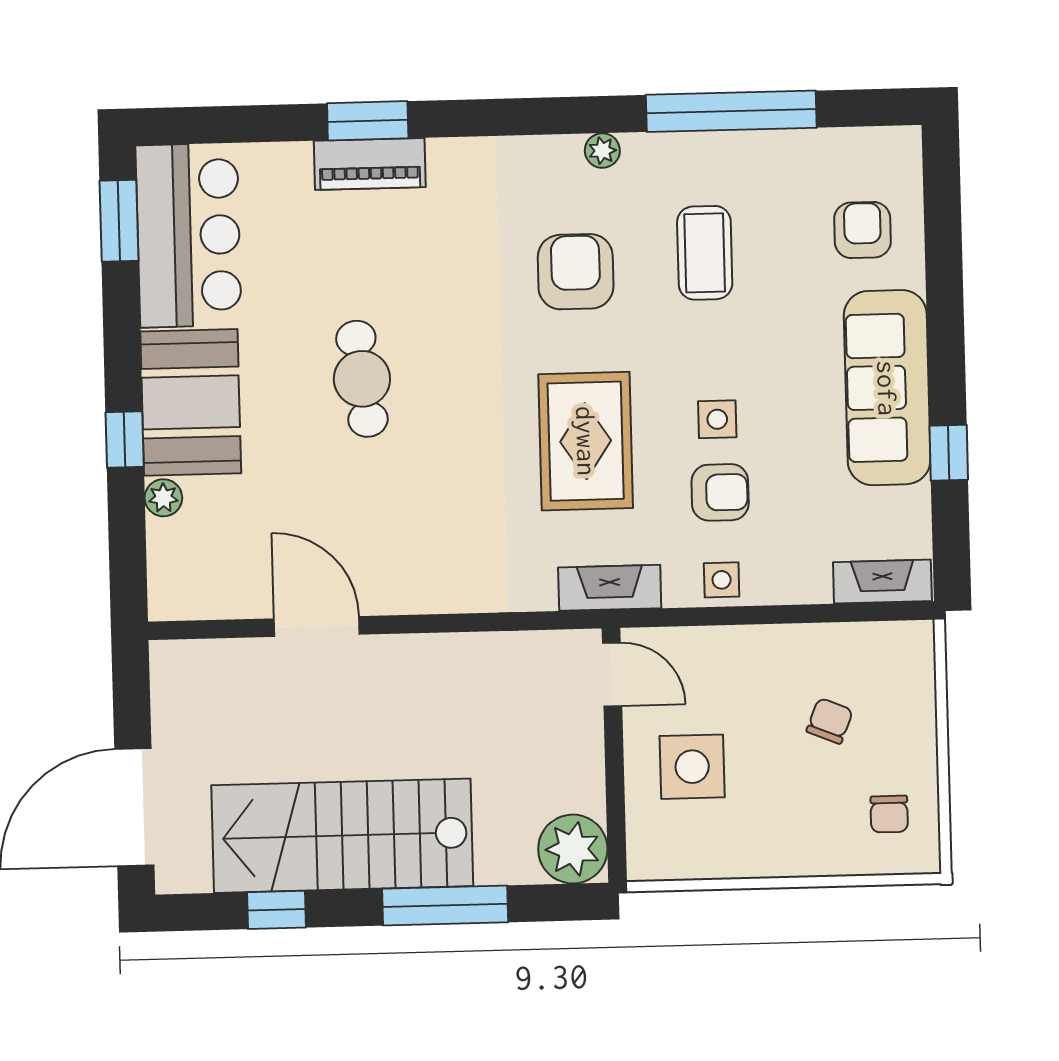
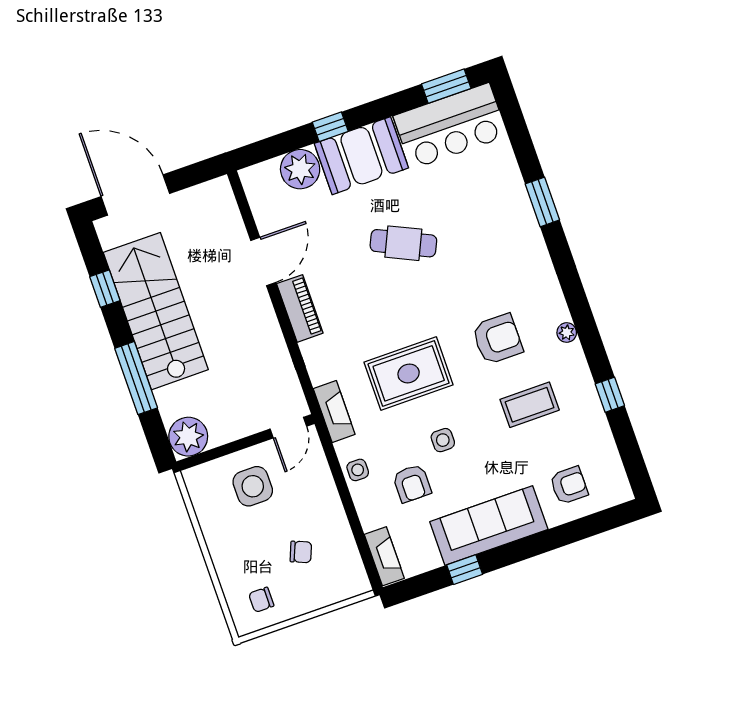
window: (731, 111) -> (610, 395), width x0.32
piano: (370, 164) -> (300, 308), moved, turned 180
cafe table: (362, 379) -> (403, 243), turned 32
armchair: (720, 492) -> (412, 483), moved
plant: (163, 498) -> (300, 169), width x1.88, depth x1.88

